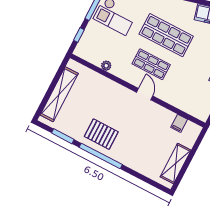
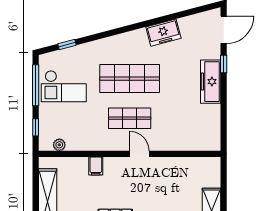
plant: (106, 66) -> (59, 145), moved
filing cabinet: (179, 123) -> (96, 166), moved

